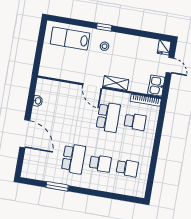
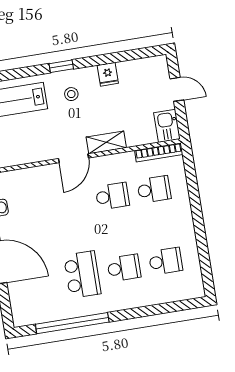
fridge: (164, 47) -> (108, 74), moved
door: (92, 86) -> (73, 158), hinge flipped
school desk: (108, 117) -> (112, 196), width x0.54
window: (57, 186) -> (72, 323), width x2.11

